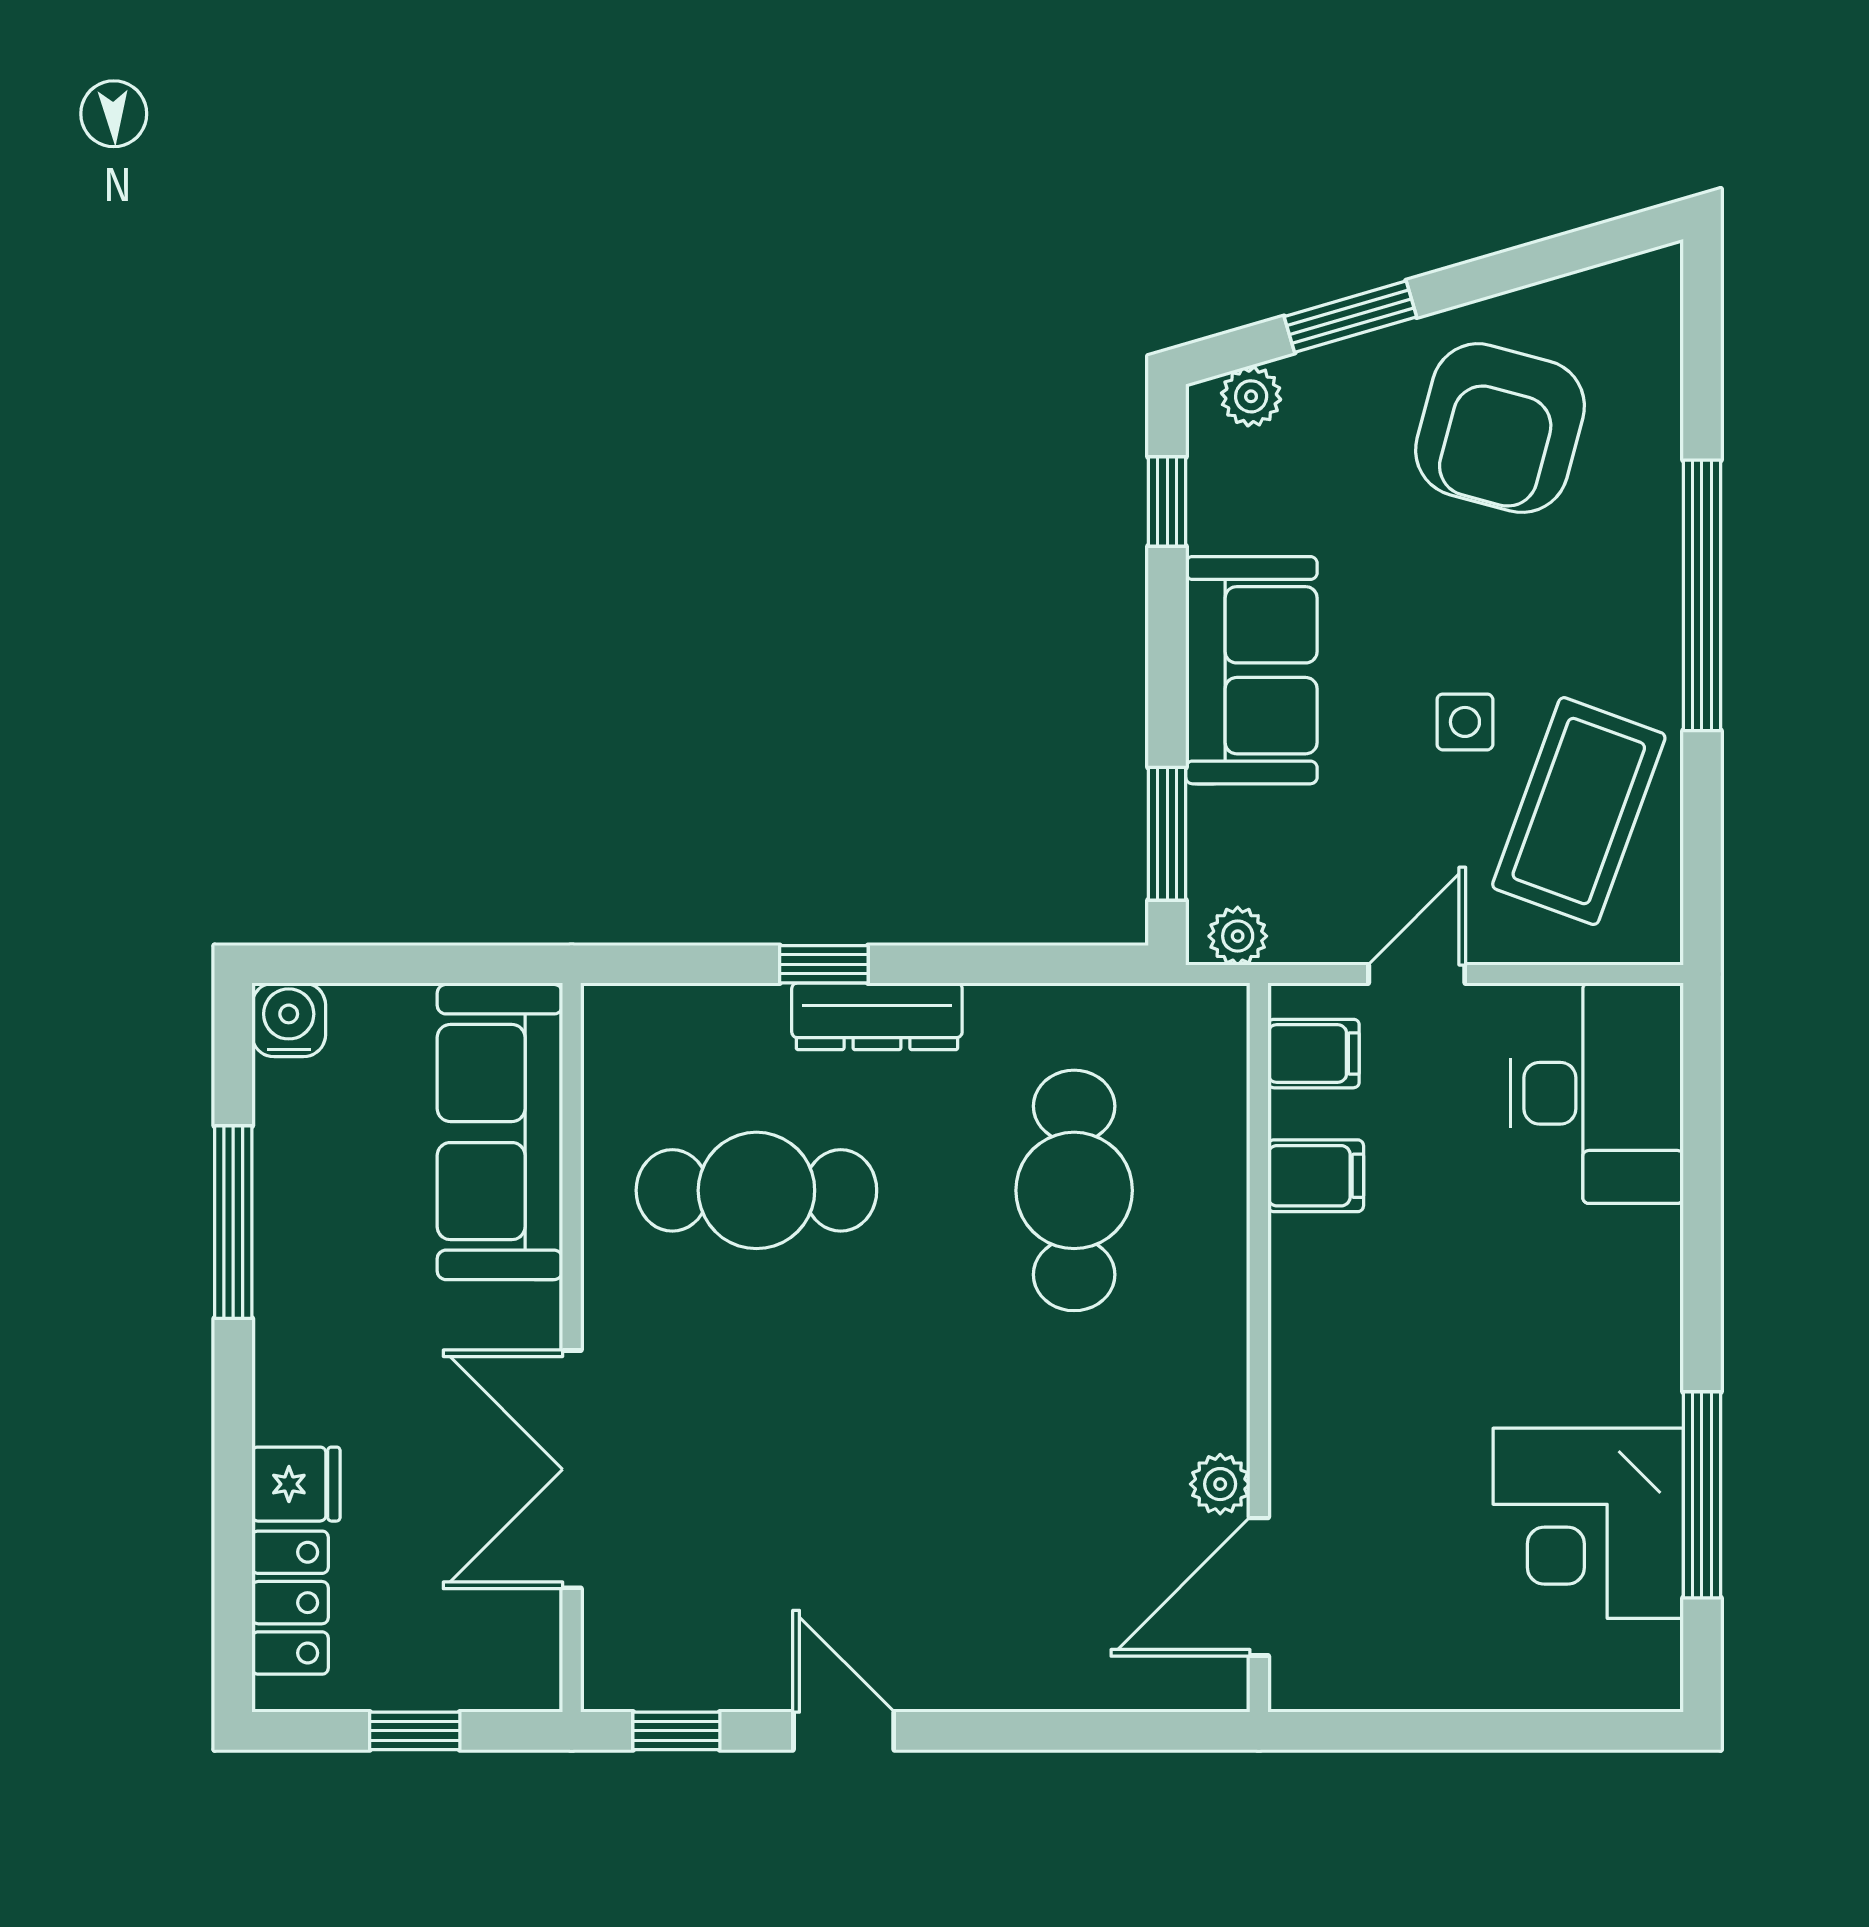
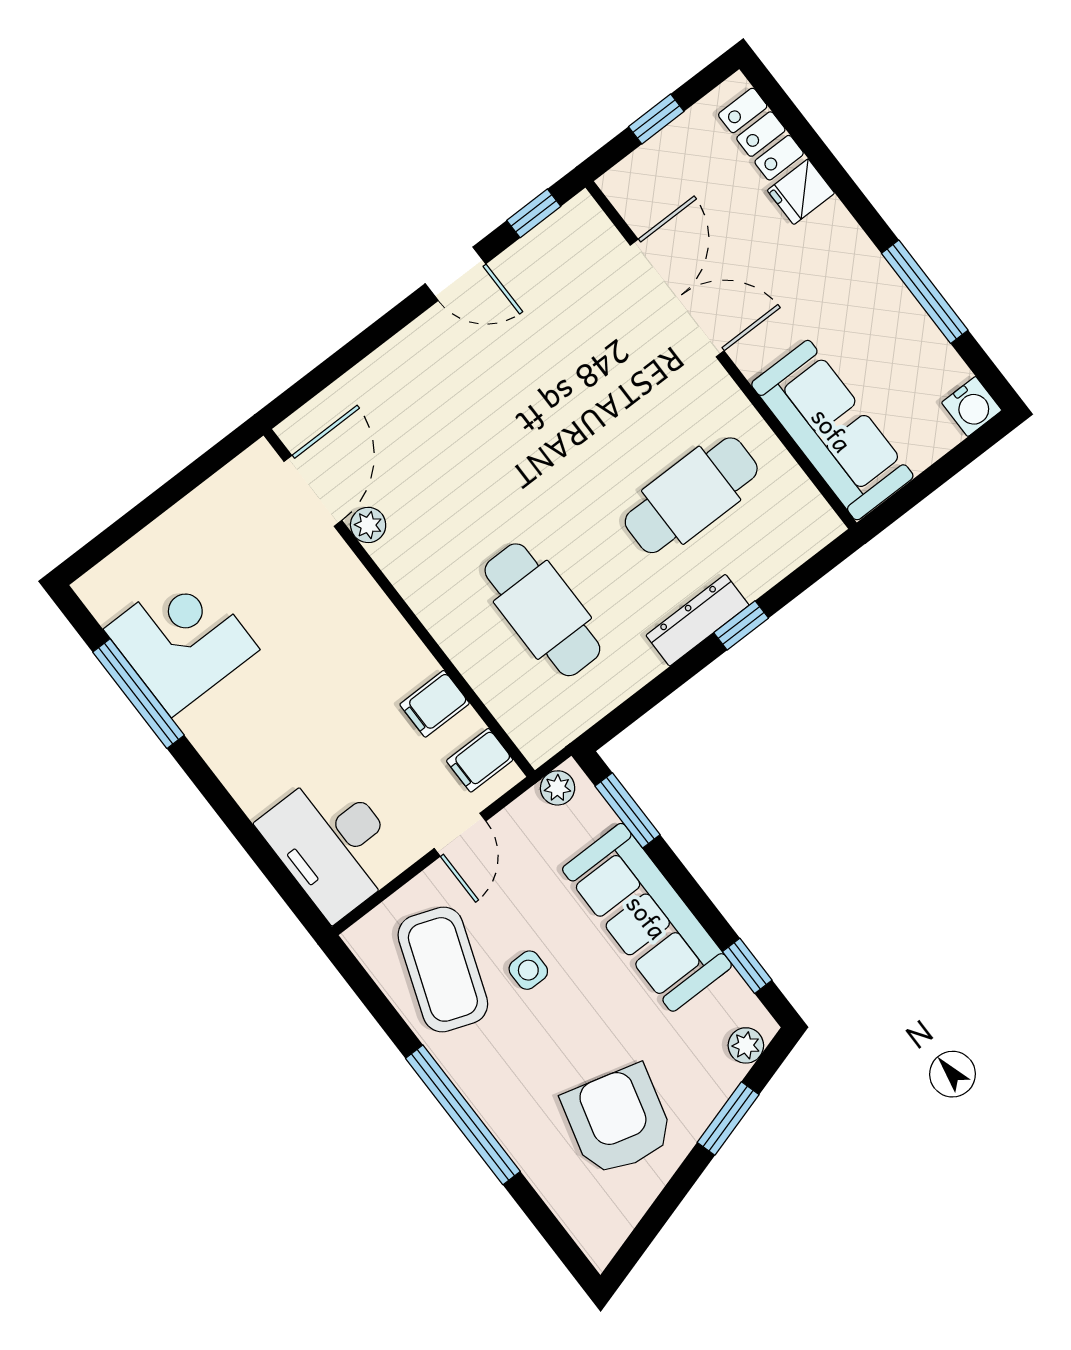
sofa: (1251, 670) -> (647, 917), width x1.36

